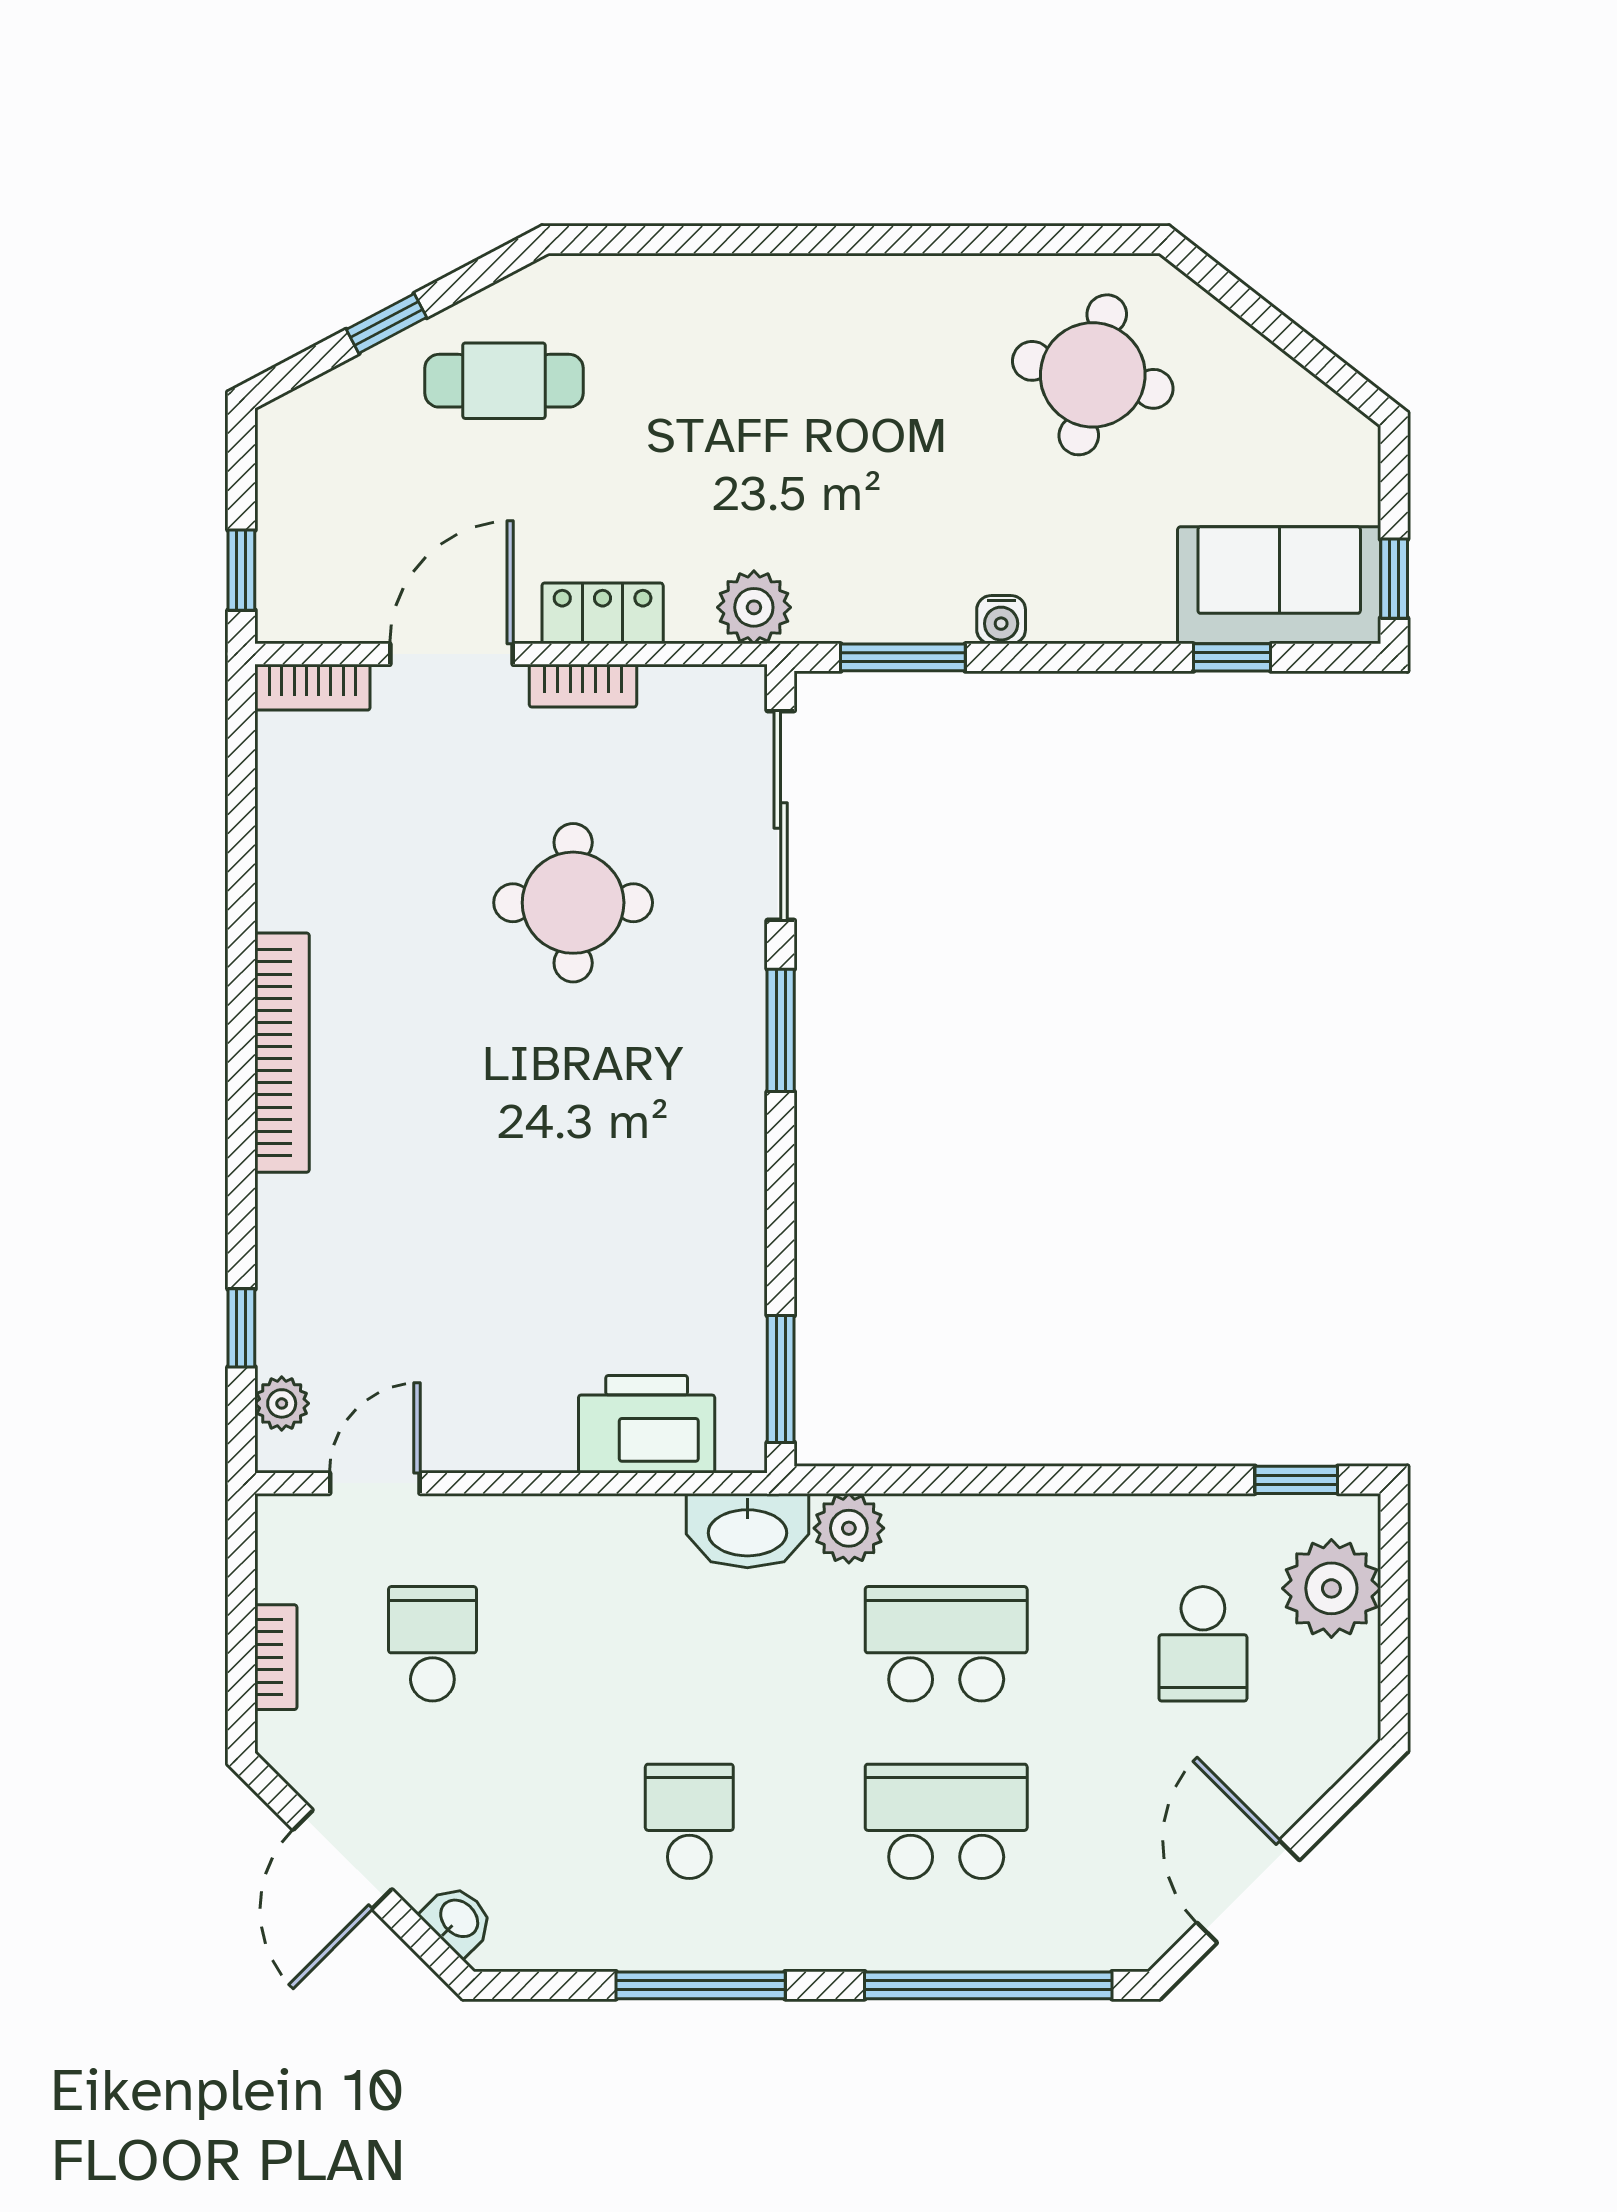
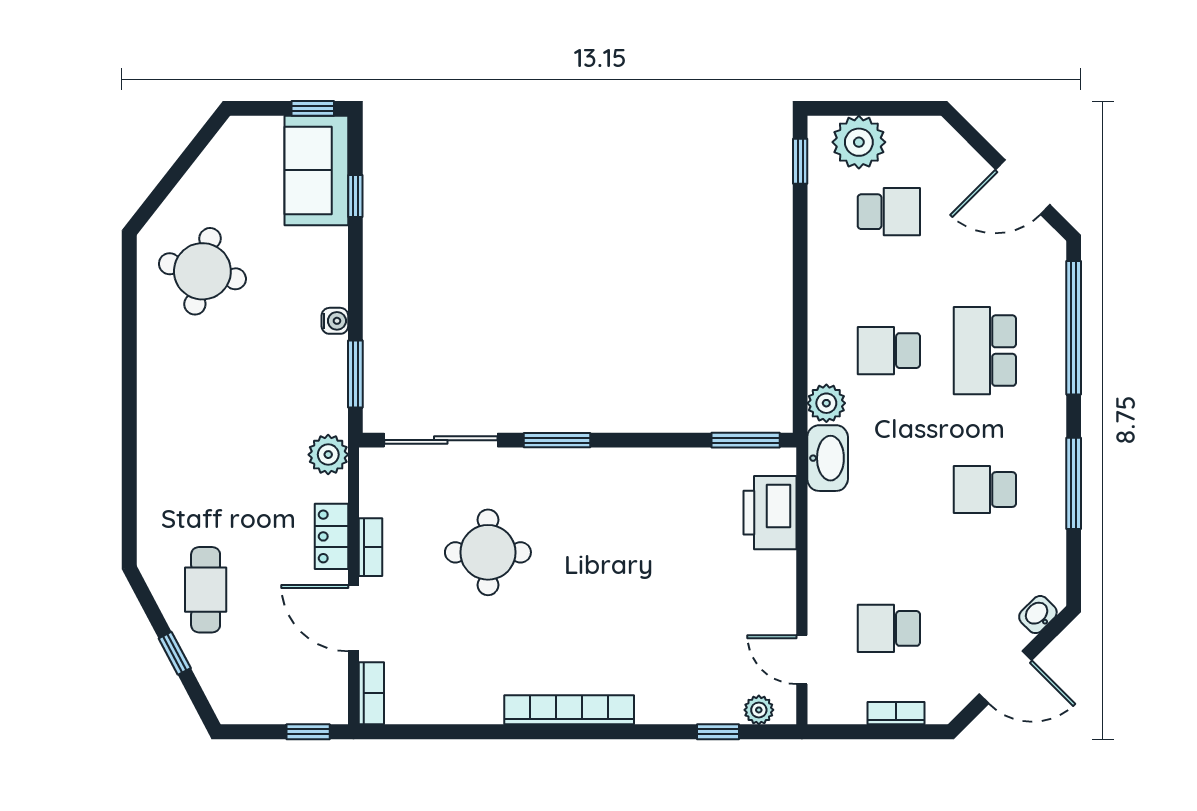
school desk: (946, 1644) -> (889, 351), width x0.54

